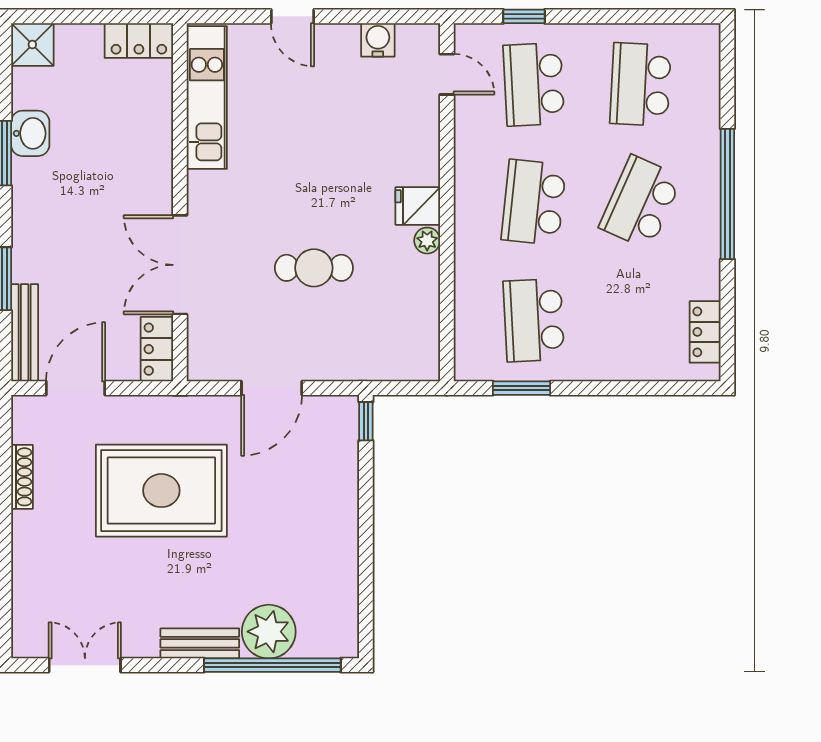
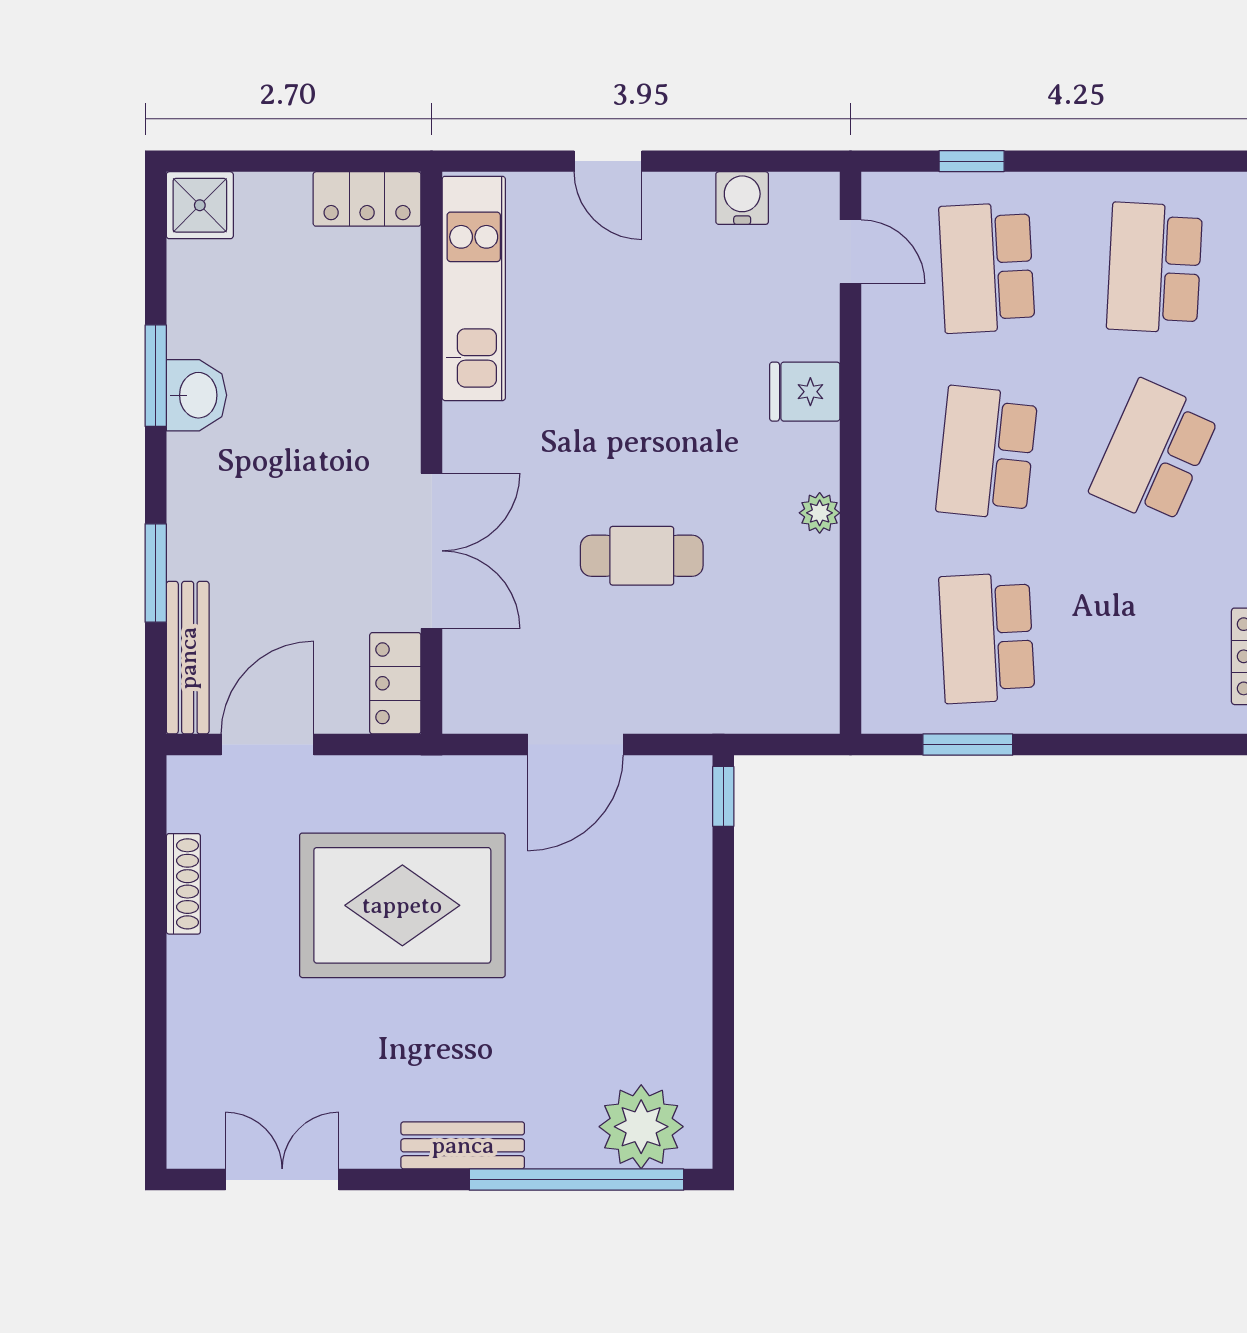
washbasin: (30, 133) -> (196, 395), moved
fridge: (418, 206) -> (805, 392), moved
double door: (180, 265) -> (432, 551), swing flipped
plant: (269, 632) -> (641, 1127), moved

